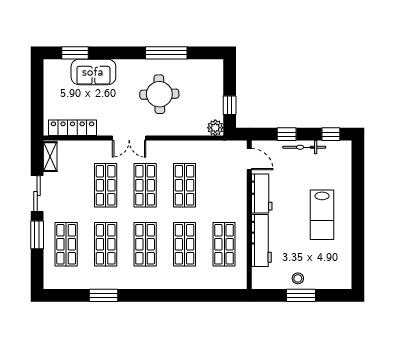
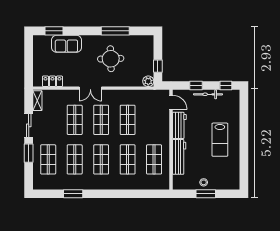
locker: (73, 128) -> (52, 81), width x0.66

